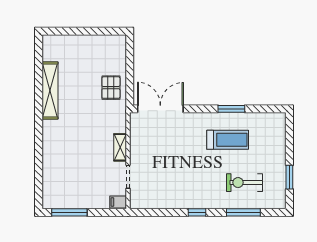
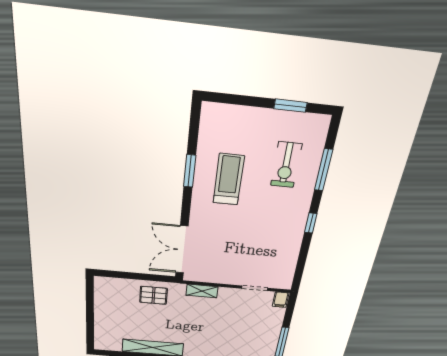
shelving: (120, 147) -> (202, 291), moved

